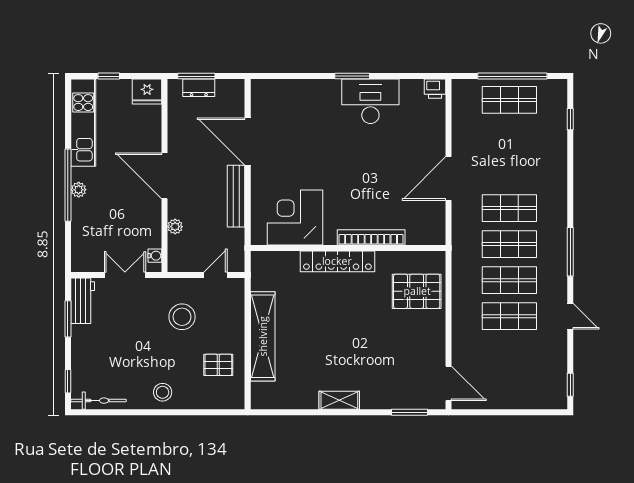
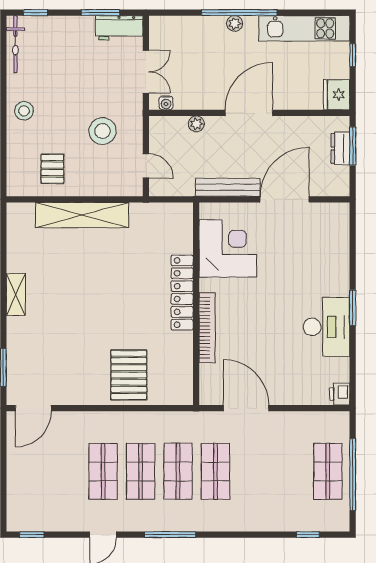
corner desk: (295, 217) -> (228, 248), moved
bookcase: (371, 237) -> (207, 328), moved
wall: (348, 248) -> (196, 304), moved
locker: (337, 261) -> (182, 293), moved

